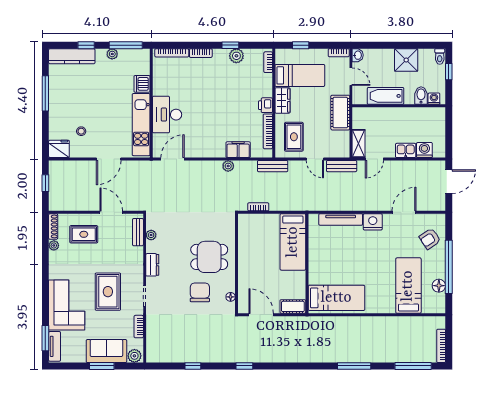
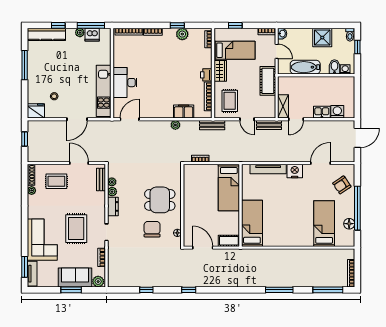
dishwasher: (142, 84) -> (92, 35), moved, turned -90
plant: (151, 247) -> (112, 192), added
bed: (336, 298) -> (252, 223), moved, turned -90

